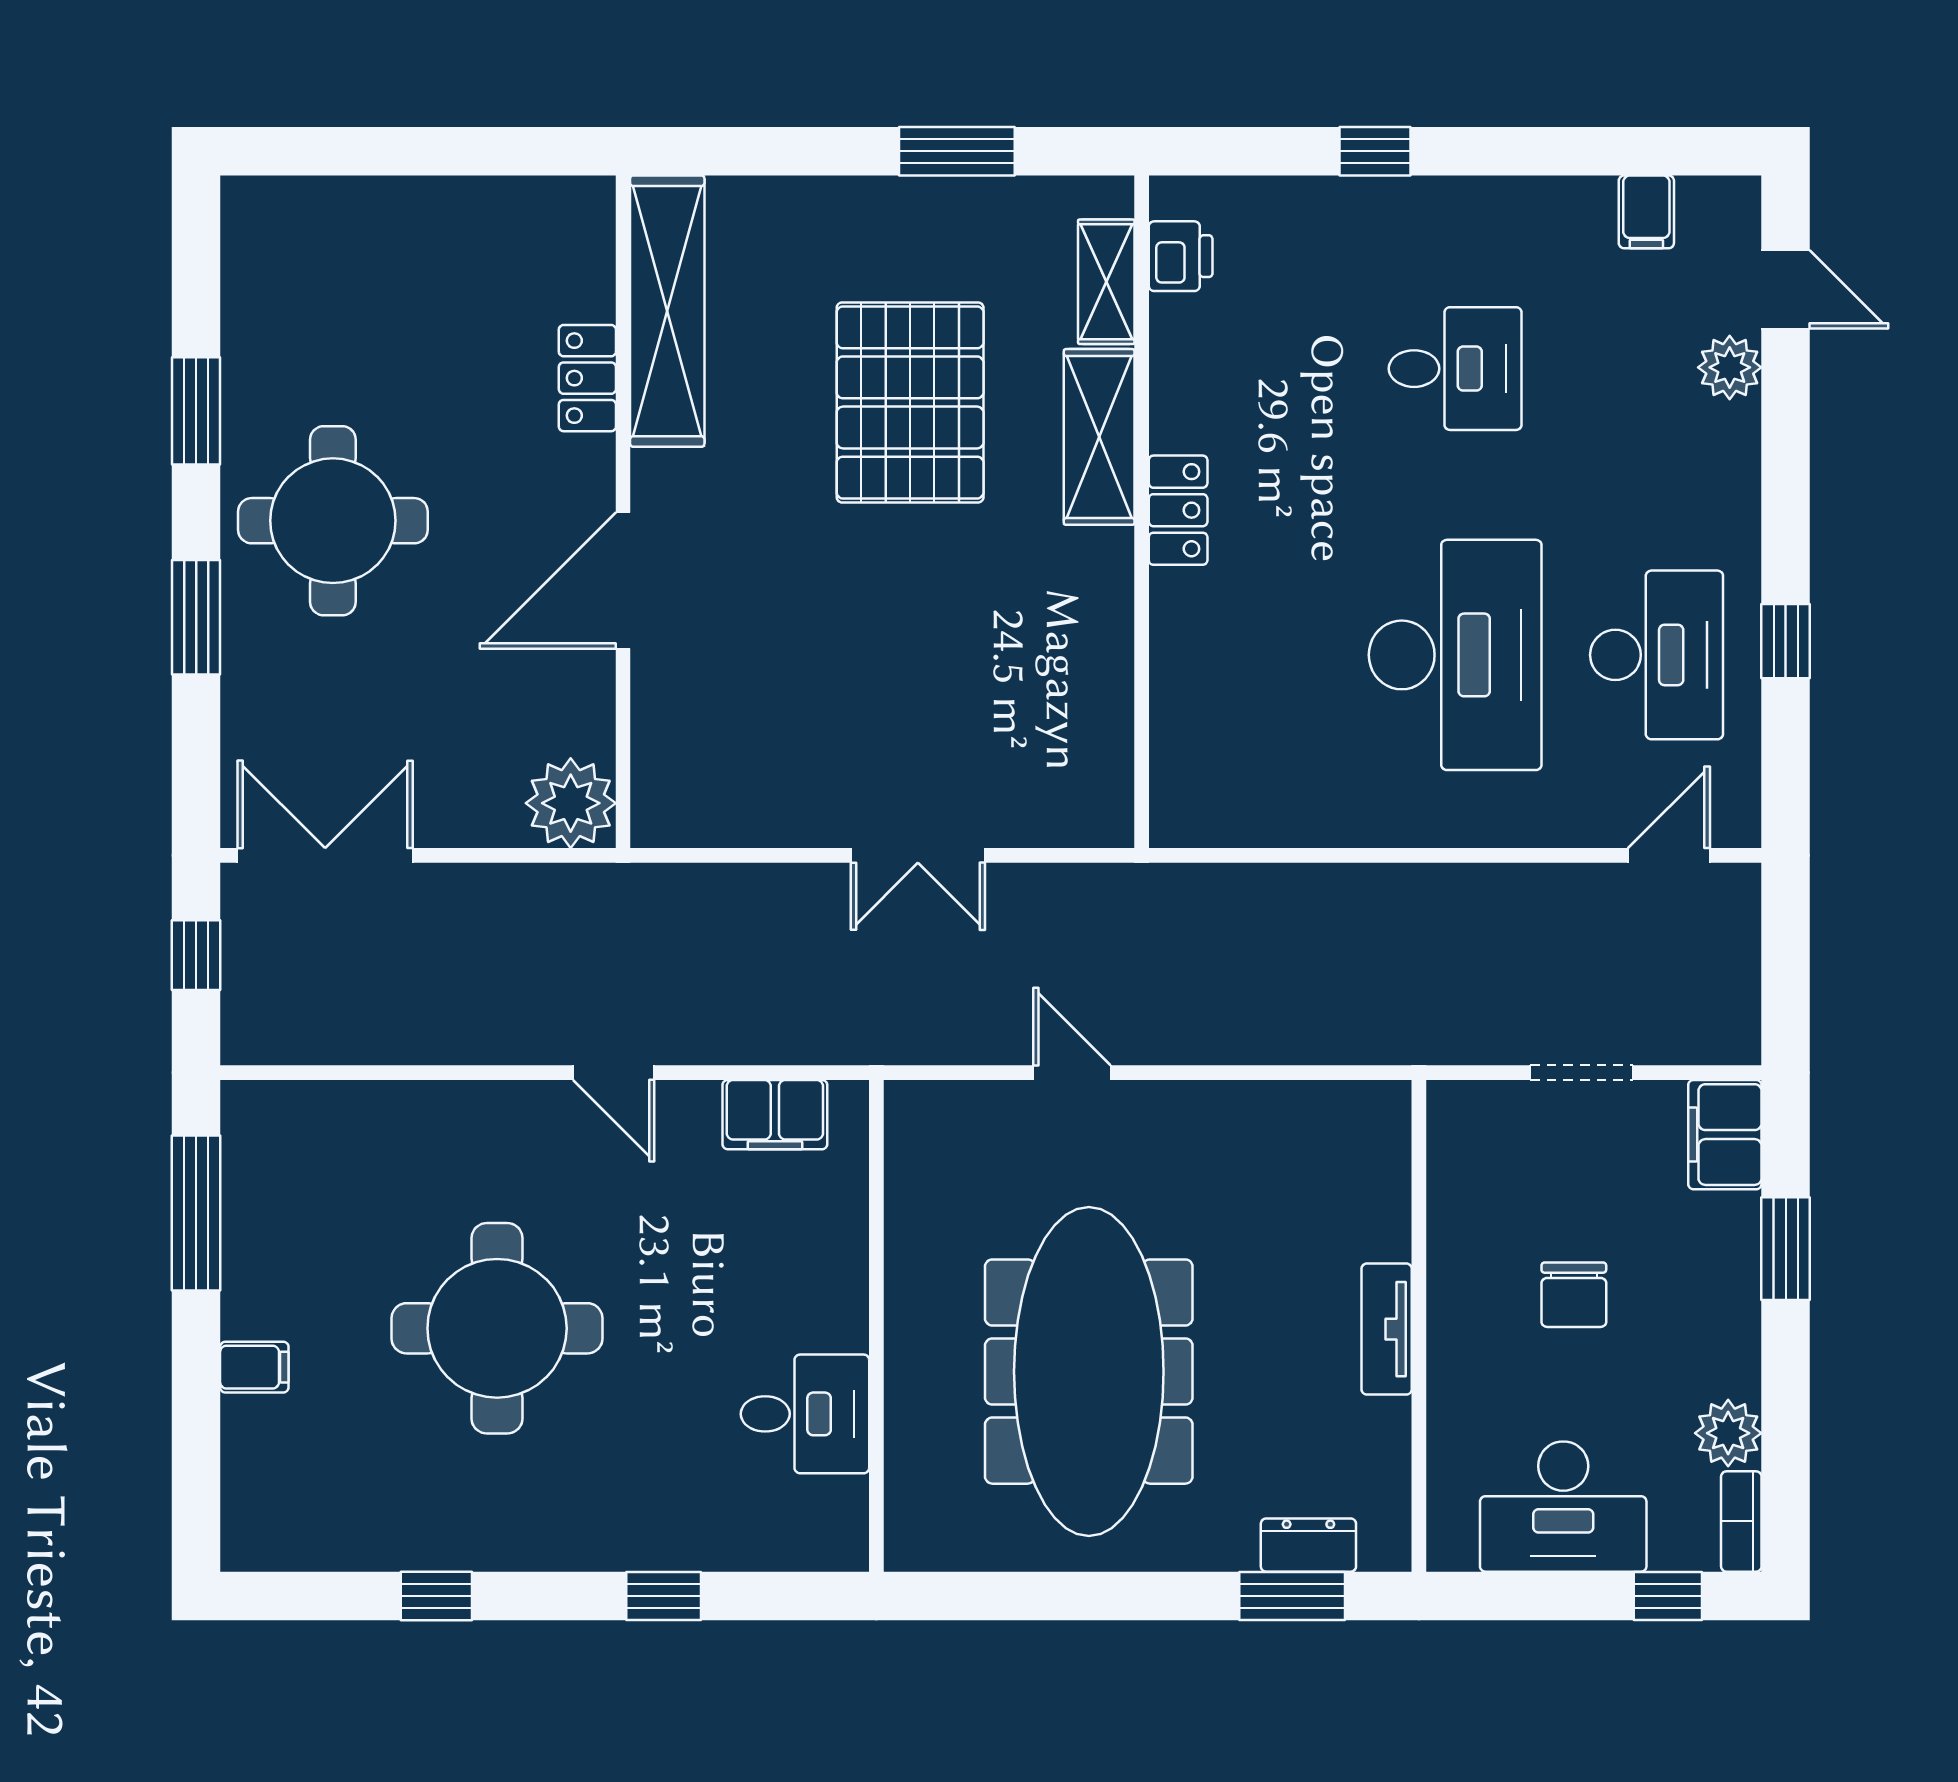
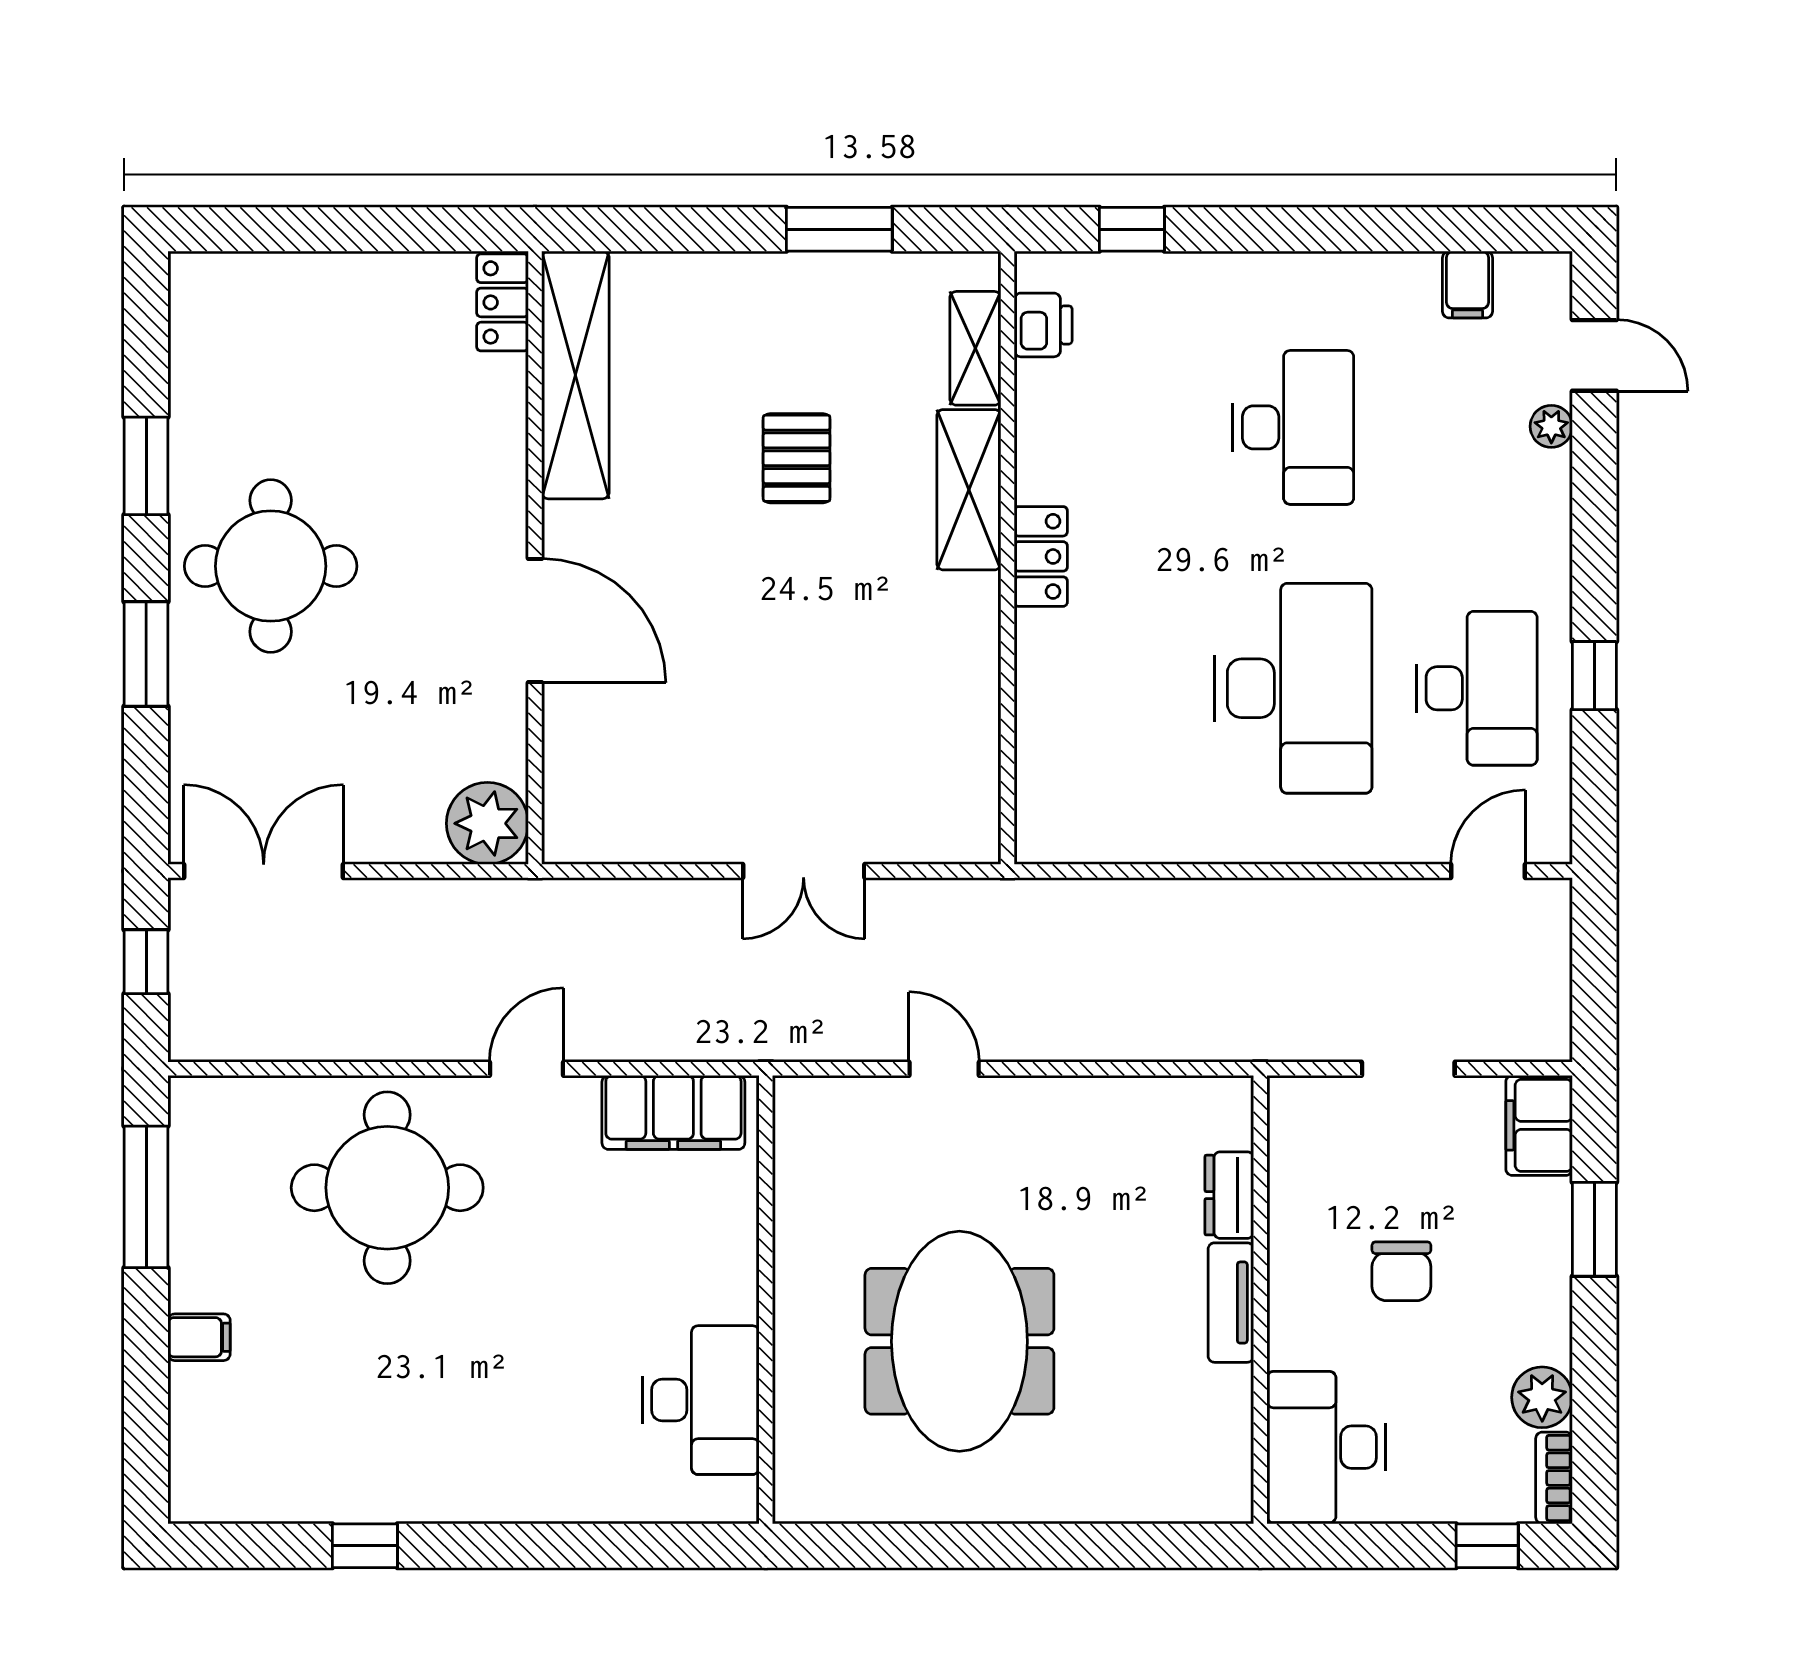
window: (1375, 151) -> (1132, 229), moved
plant: (1730, 367) -> (1551, 426), width x0.73, depth x0.73
desk: (1455, 369) -> (1293, 427), width x1.37
locker: (587, 378) -> (503, 302), moved
pallet: (910, 402) -> (797, 458), width x0.49, depth x0.50
door: (623, 581) -> (535, 621), swing flipped
door: (614, 1073) -> (526, 1069), swing flipped
filing cabinet: (775, 1115) -> (673, 1112), width x1.50, depth x1.17
round table: (497, 1328) -> (387, 1188), moved
meeting table: (1089, 1372) -> (959, 1341), width x0.73
desk: (805, 1414) -> (701, 1400), width x1.37
desk: (1563, 1507) -> (1326, 1447), moved, turned 90
dresser: (1308, 1545) -> (1229, 1195), moved, turned -90
window: (664, 1596) -> (572, 1546), removed
window: (1292, 1596) -> (1145, 1546), removed

